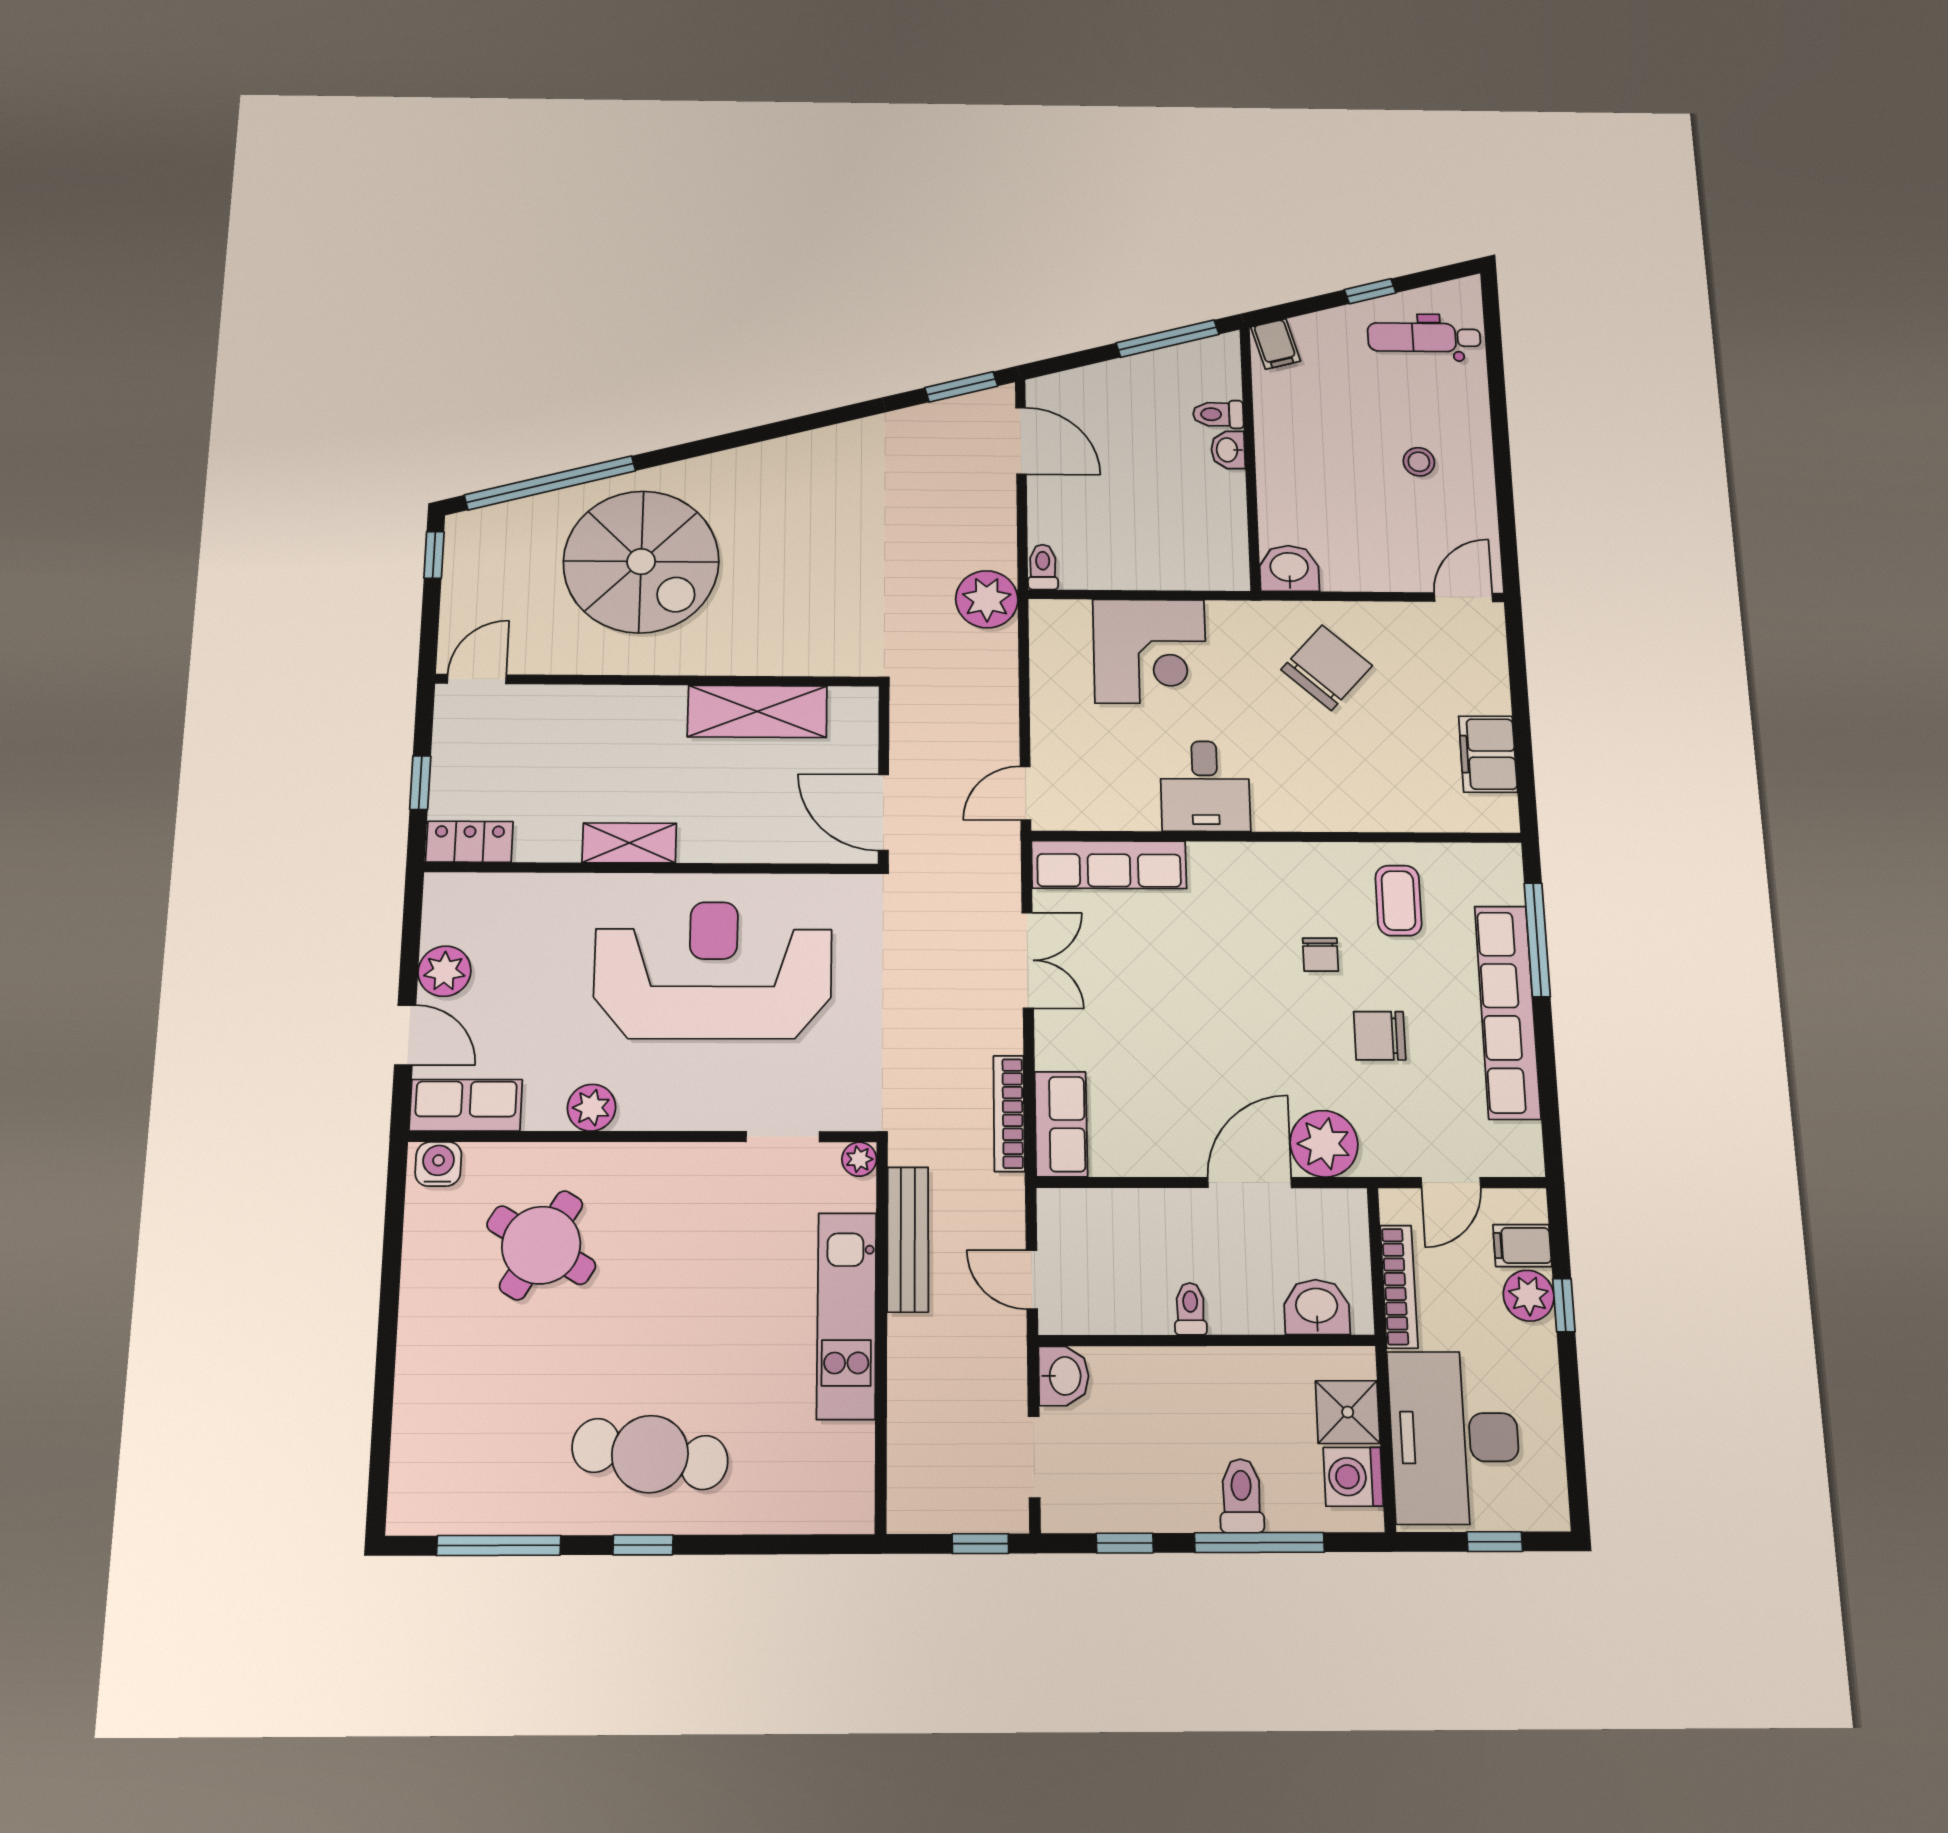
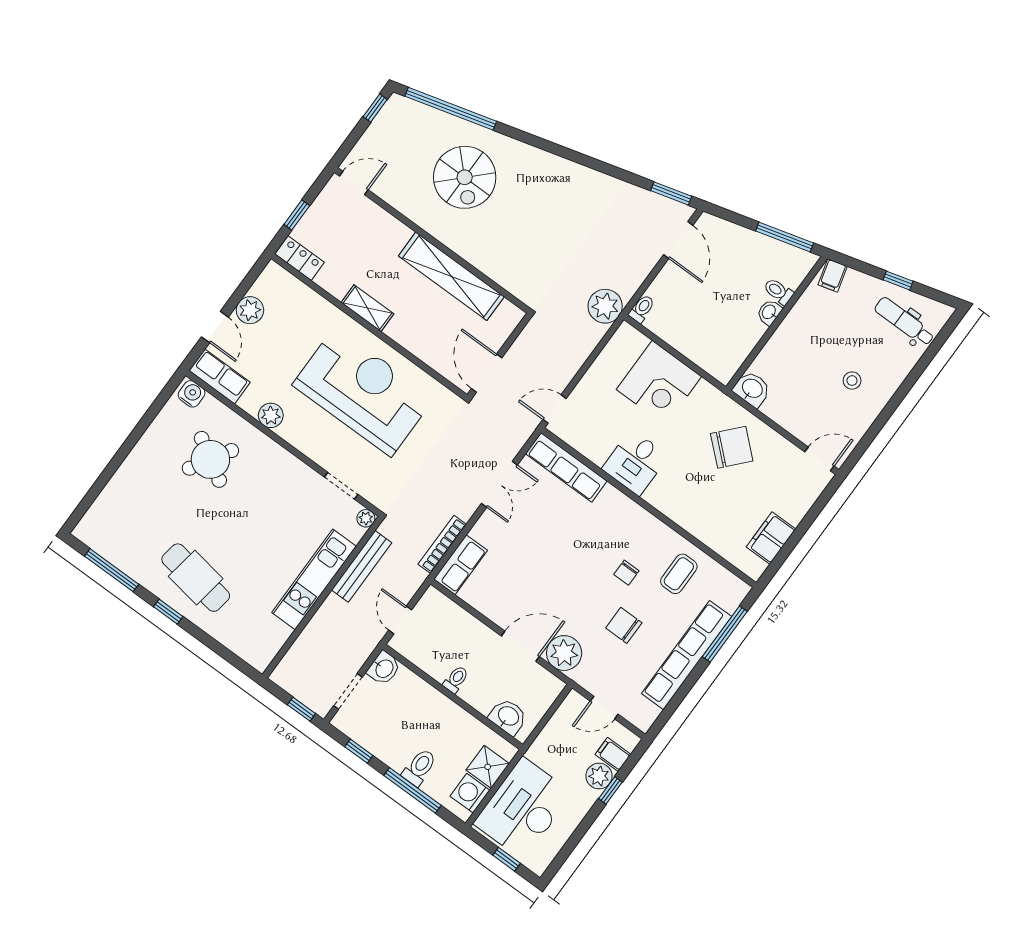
spiral stairs: (641, 562) -> (465, 177), width x0.73, depth x0.73
shelving: (757, 711) -> (451, 276), width x1.47
bookcase: (1399, 1286) -> (549, 733), removed

